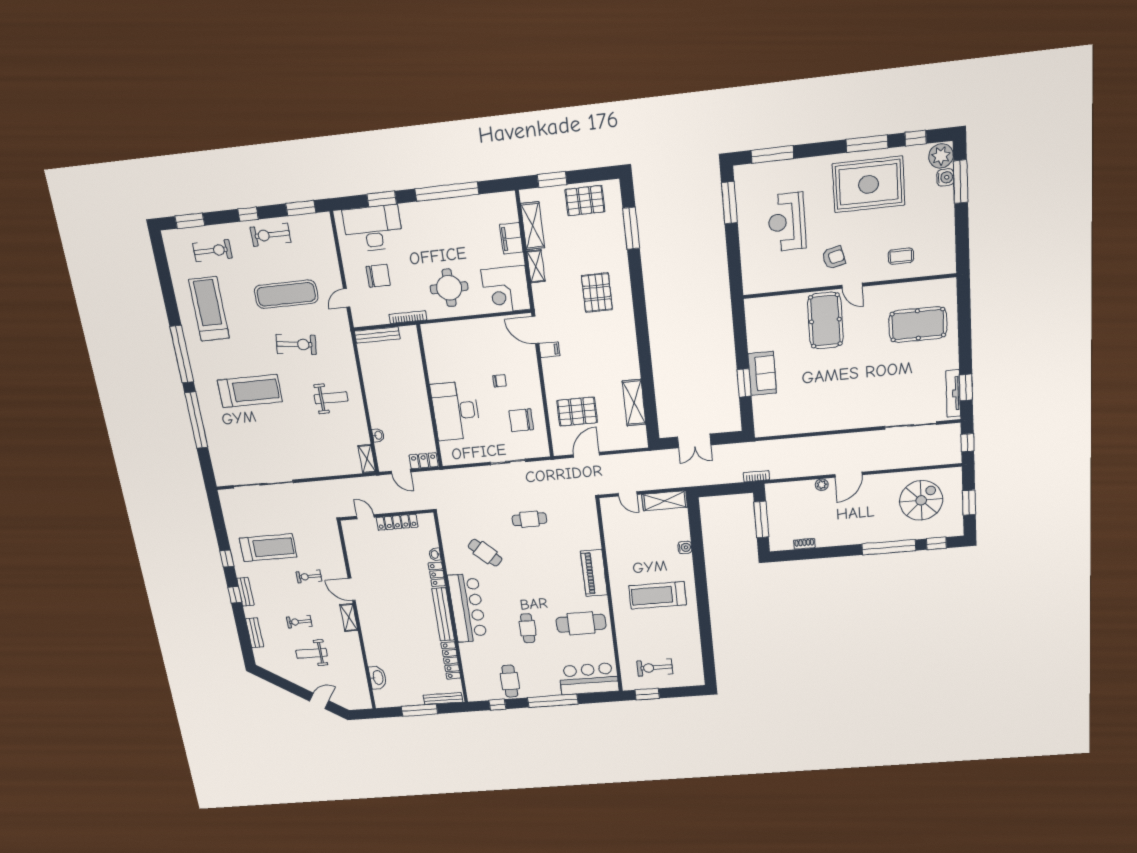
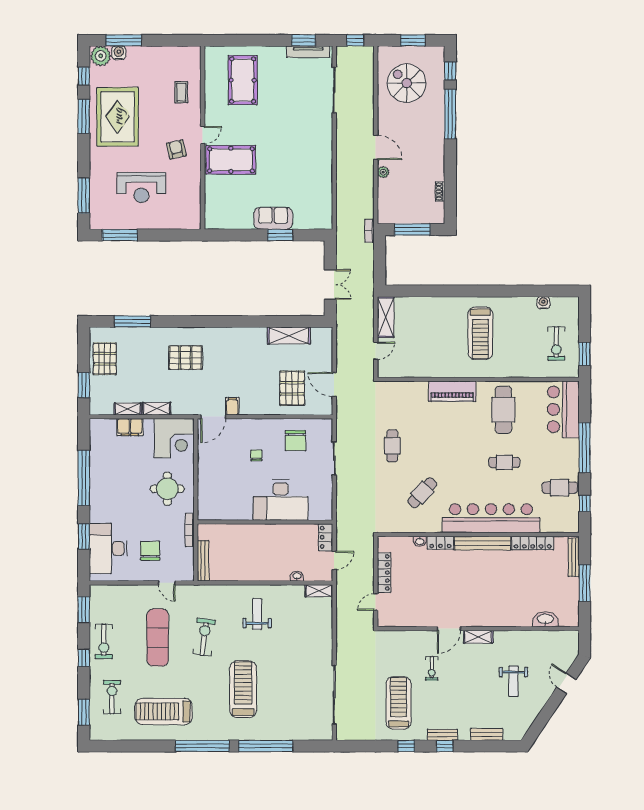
shelving: (533, 226) -> (128, 409), width x0.67, depth x0.75
water cooler: (685, 547) -> (543, 303), moved
bar counter: (467, 608) -> (491, 518), width x1.36
exercise bike: (299, 622) -> (479, 687), removed

